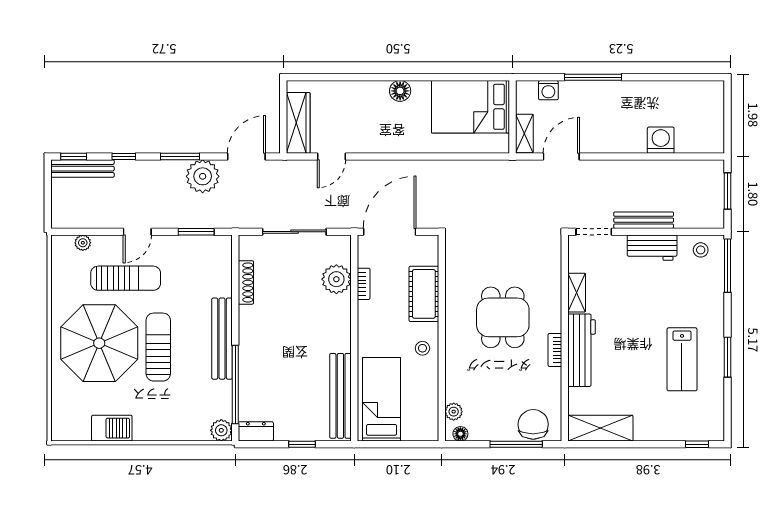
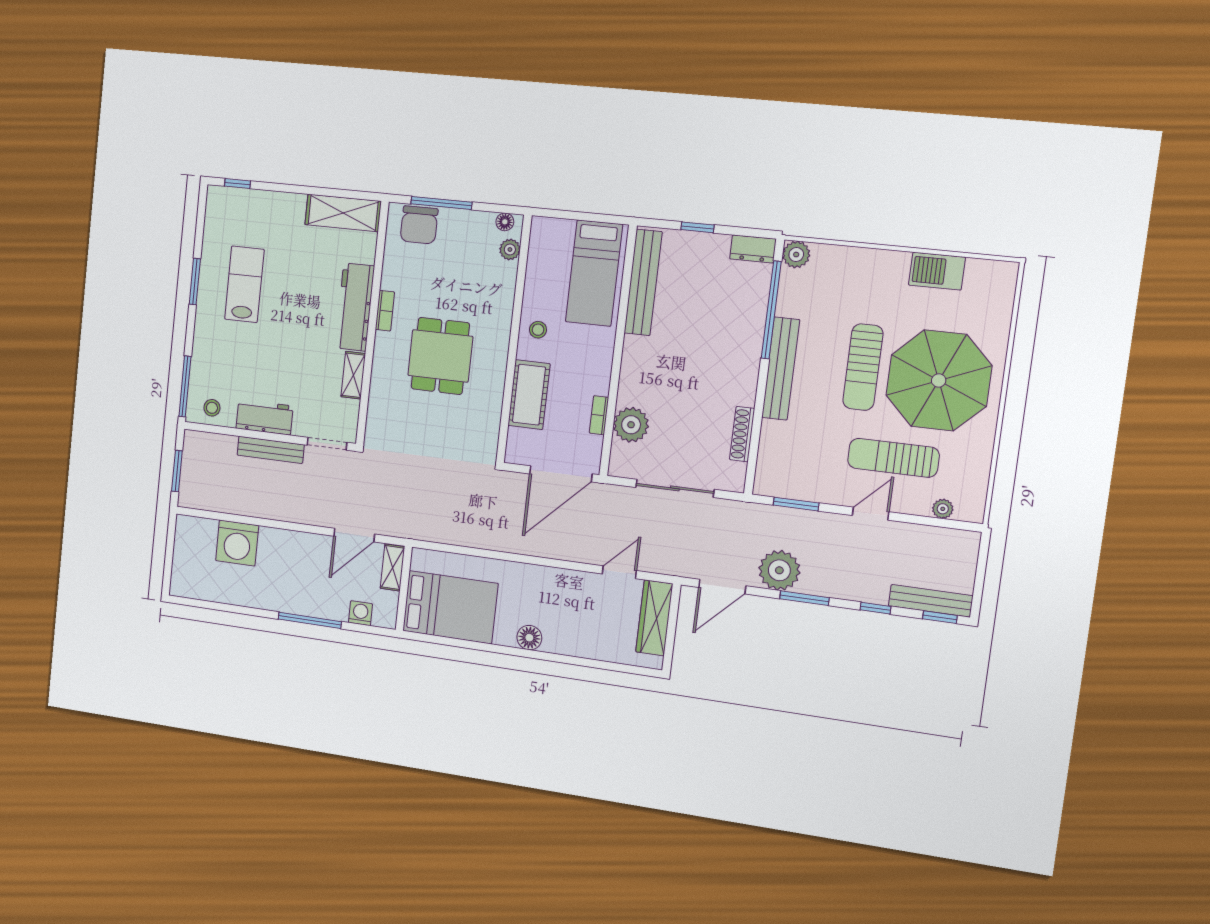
washing machine: (661, 140) -> (237, 543), width x1.37, depth x1.37

